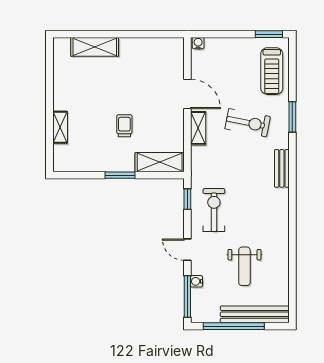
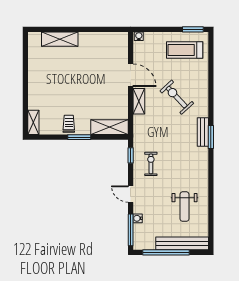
treadmill: (272, 71) -> (185, 50), moved, turned 90
window: (292, 117) -> (211, 137), moved
exercise bike: (248, 123) -> (177, 97), turned -144
trolley: (124, 126) -> (69, 124), moved
shelving: (60, 127) -> (33, 122), moved
exercise bike: (214, 210) -> (151, 164), width x0.73, depth x0.72
weight bench: (244, 266) -> (185, 207), moved

